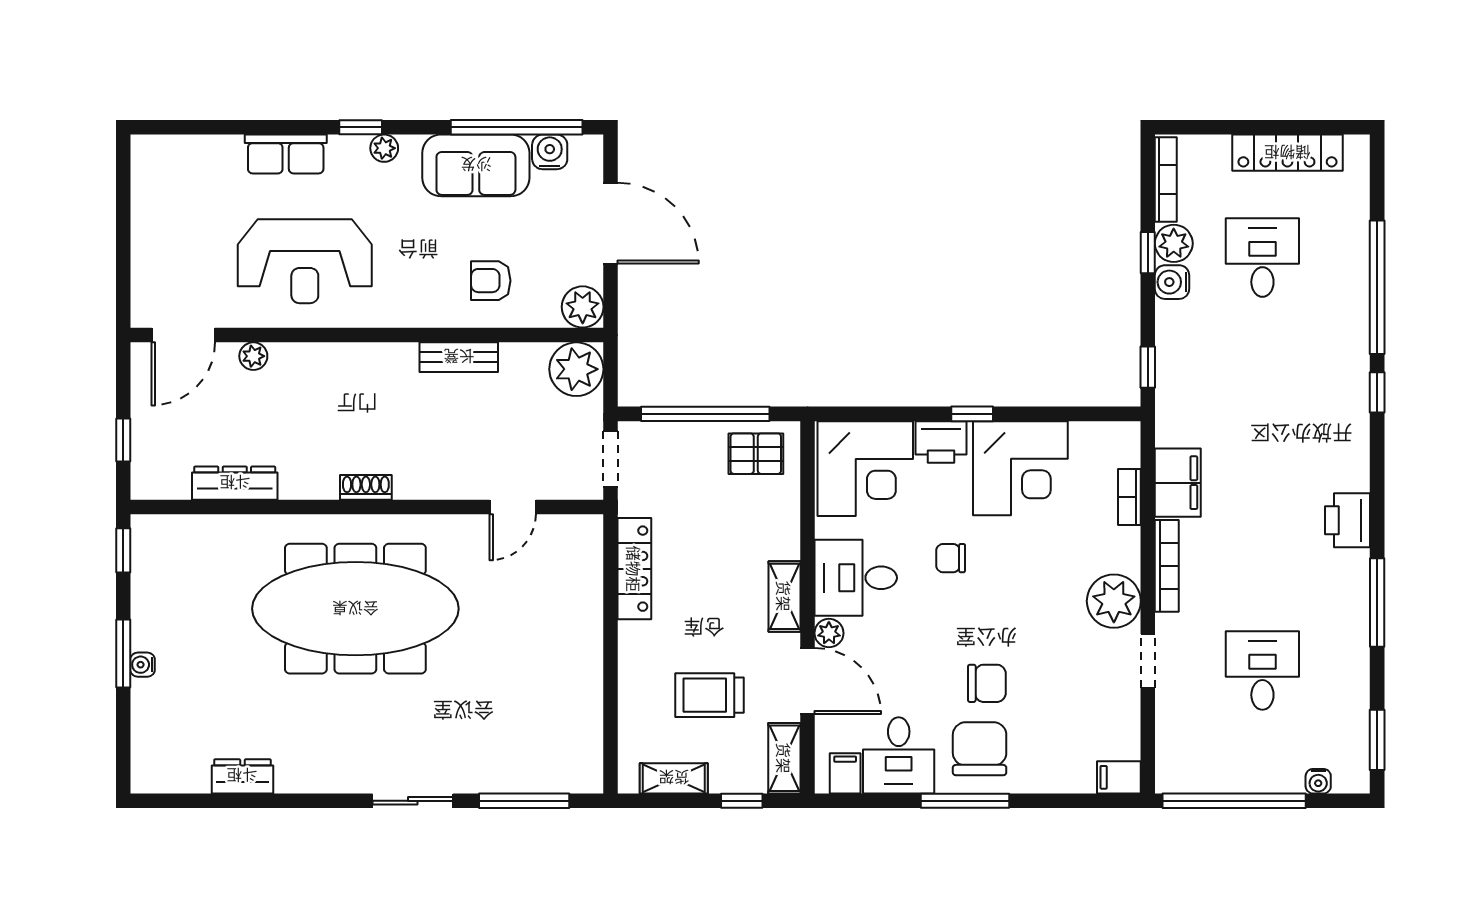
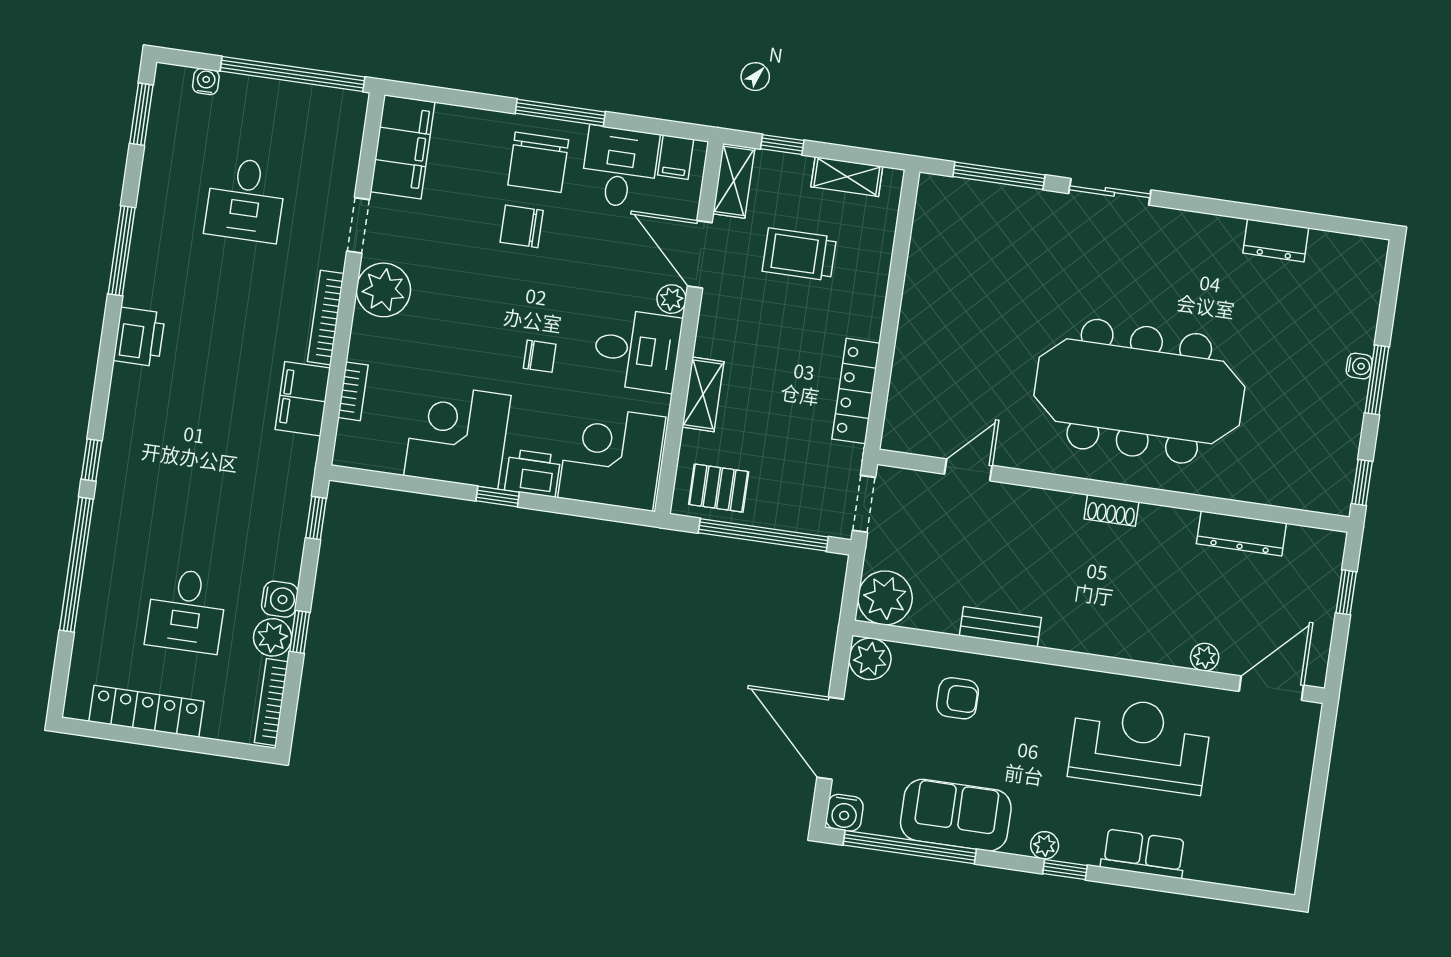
water cooler: (550, 152) -> (844, 813), moved
shelving: (784, 596) -> (703, 394), moved
trolley: (709, 695) -> (799, 254), turned 180
filing cabinet: (1119, 777) -> (403, 147), width x3.00, depth x1.17

